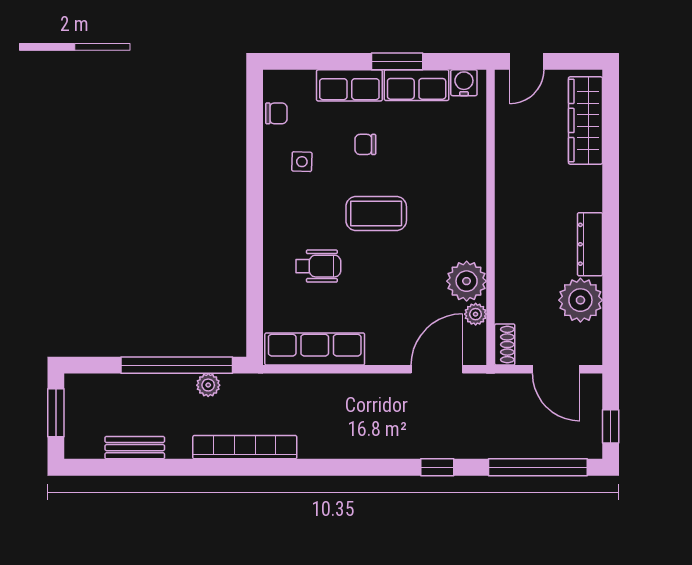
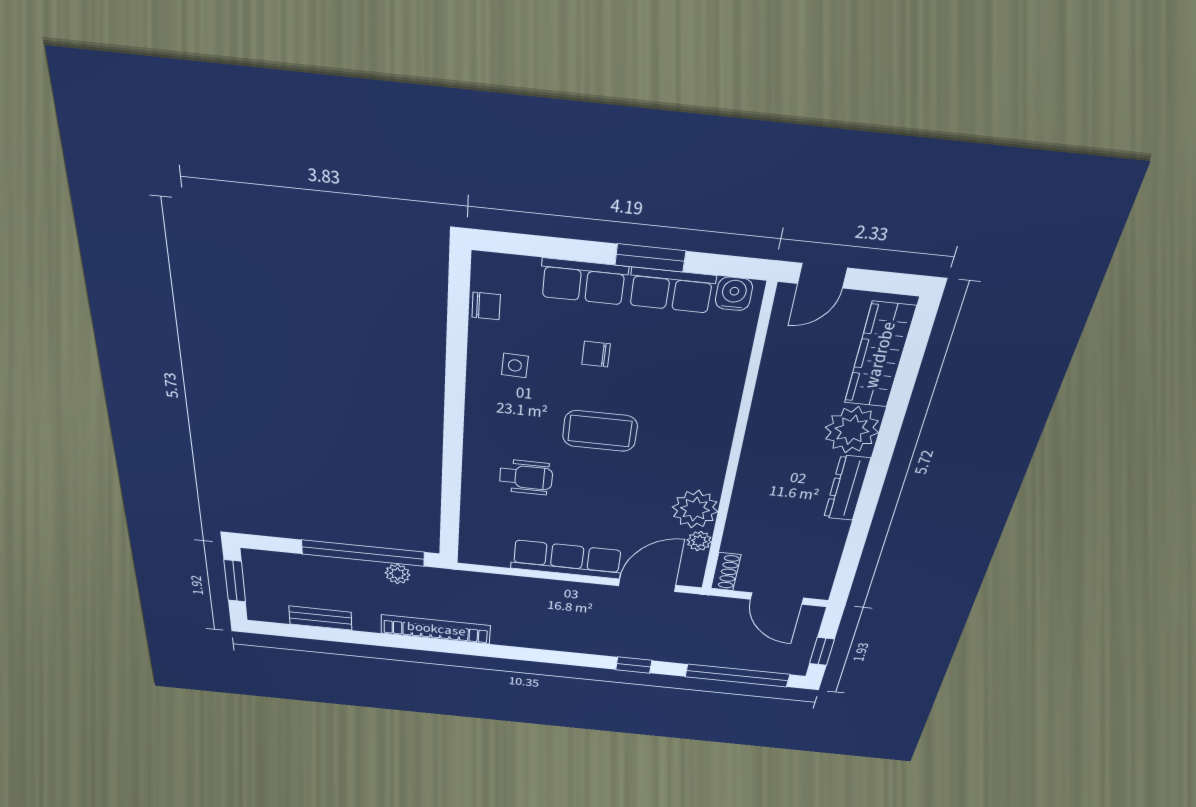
plant: (580, 300) -> (852, 430), moved
row of seats: (315, 349) -> (567, 559), moved

